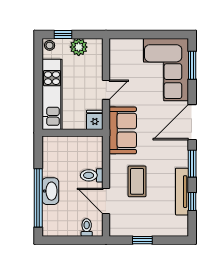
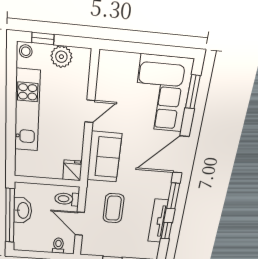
fridge: (95, 120) -> (72, 170), moved
wall: (73, 133) -> (47, 181), moved

